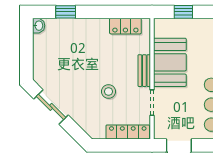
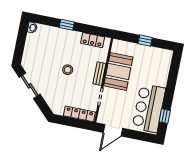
window: (66, 12) -> (67, 25), moved
window: (183, 12) -> (145, 41), moved
stool: (109, 91) -> (68, 70), moved

